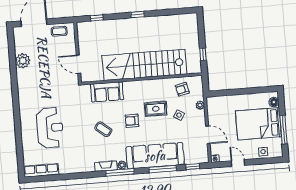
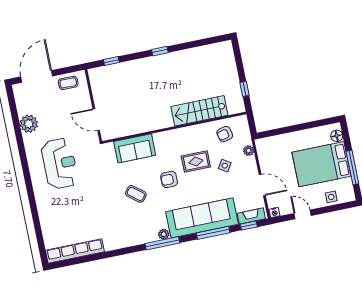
stairs: (144, 65) -> (199, 111), width x0.54, depth x0.66
reception desk: (50, 128) -> (60, 163), moved
fireplace: (106, 166) -> (251, 216), moved
row of seats: (41, 170) -> (75, 251), width x1.36

